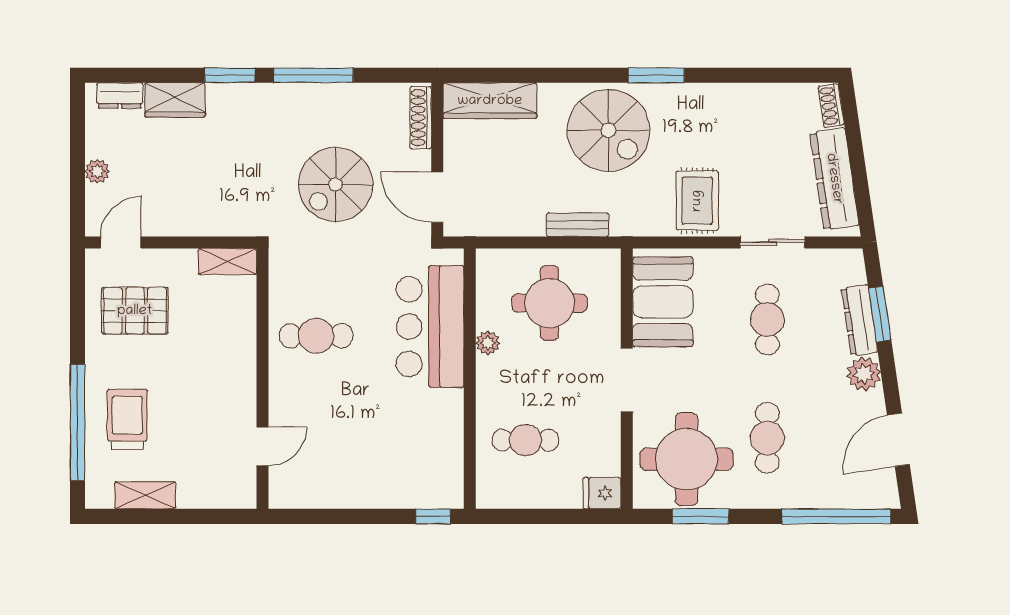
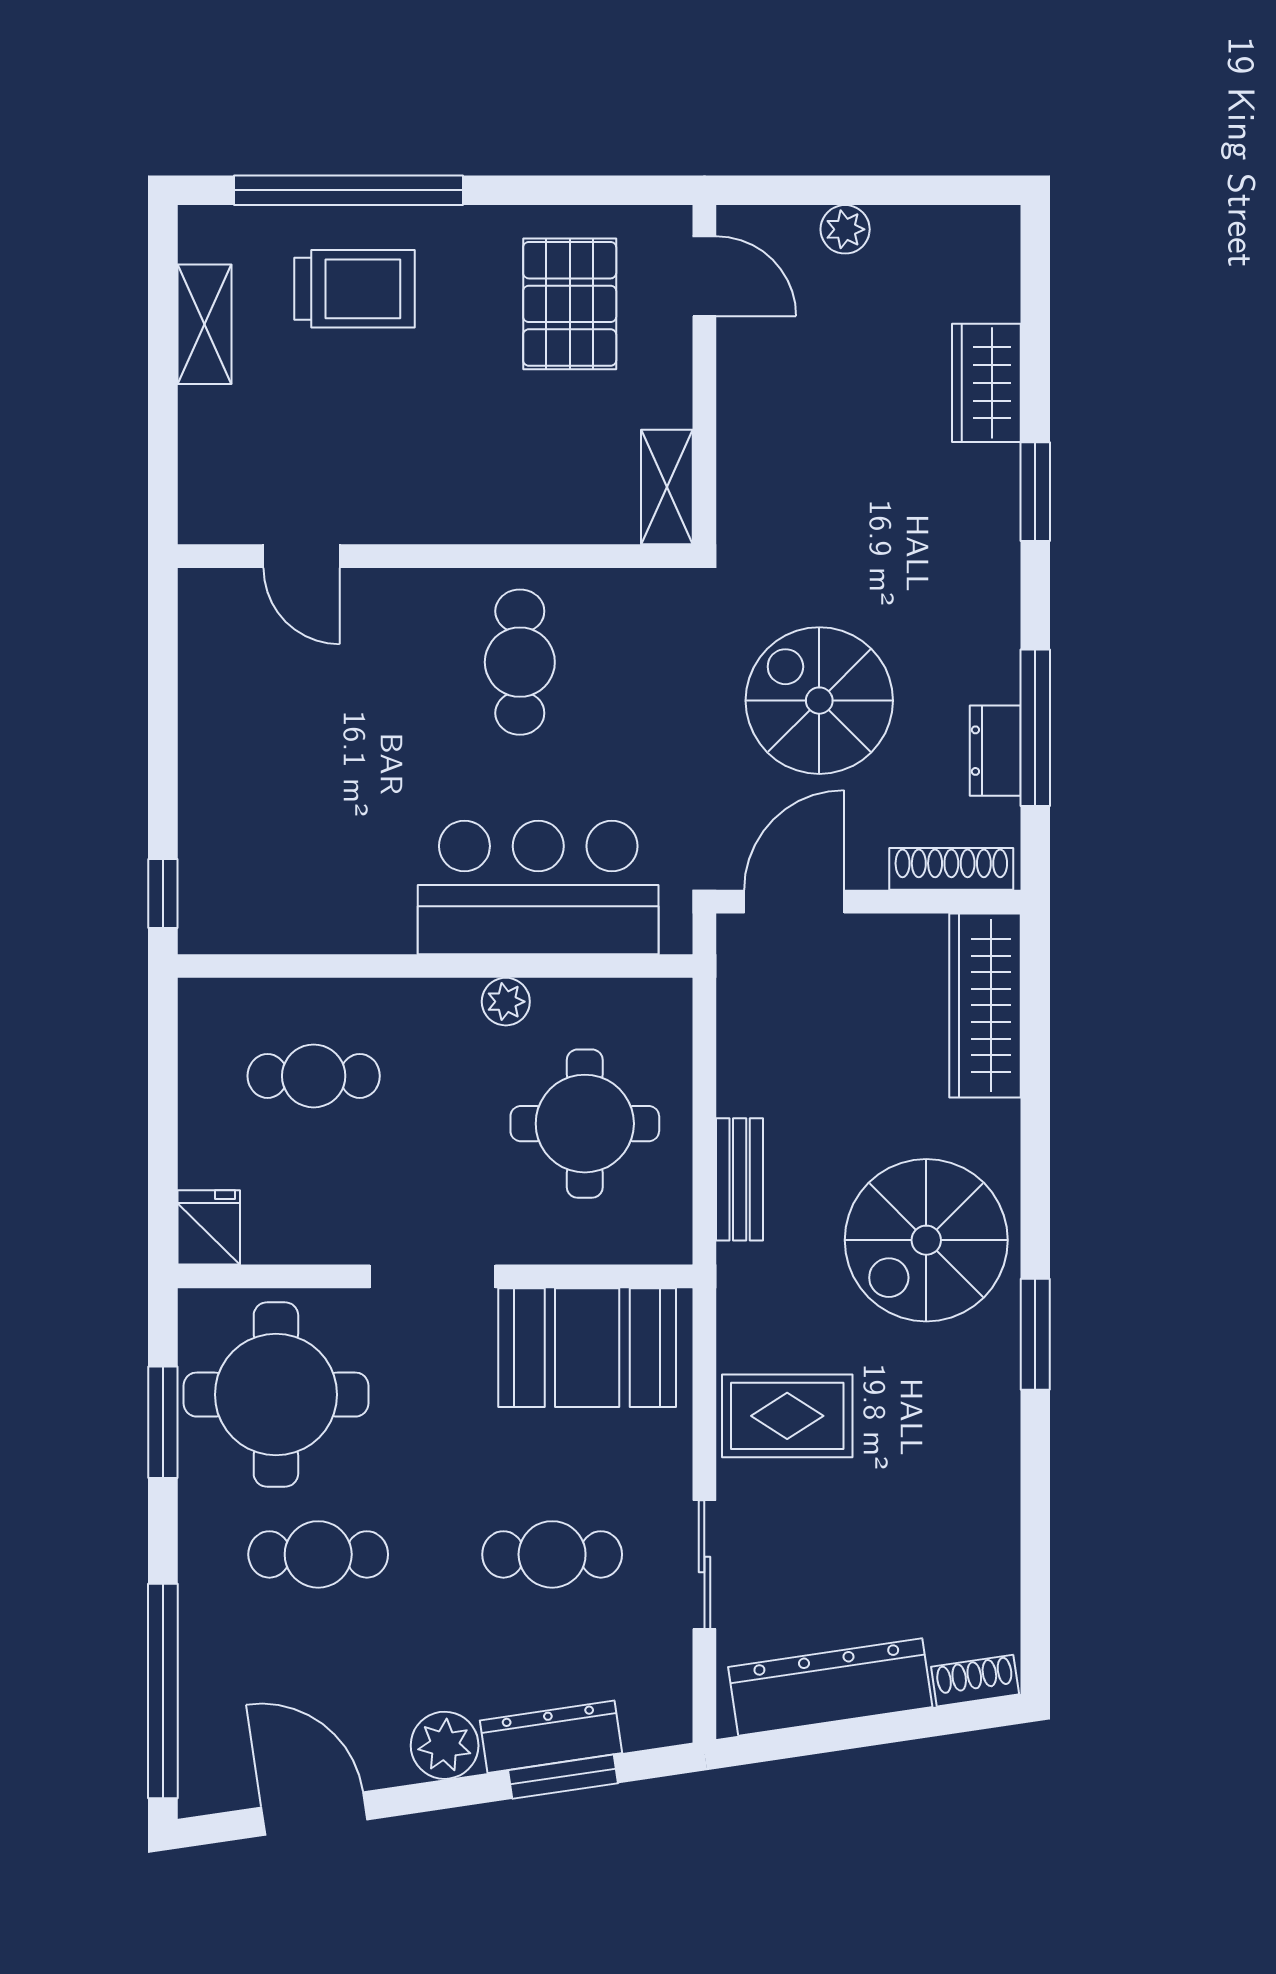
window: (313, 75) -> (1035, 728), moved
dresser: (120, 95) -> (995, 751), moved
cafe table: (525, 440) -> (314, 1076), turned 90

